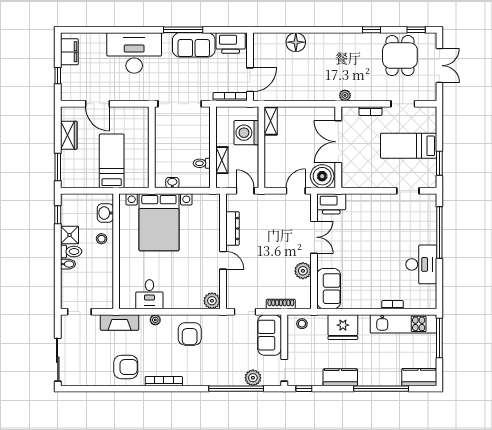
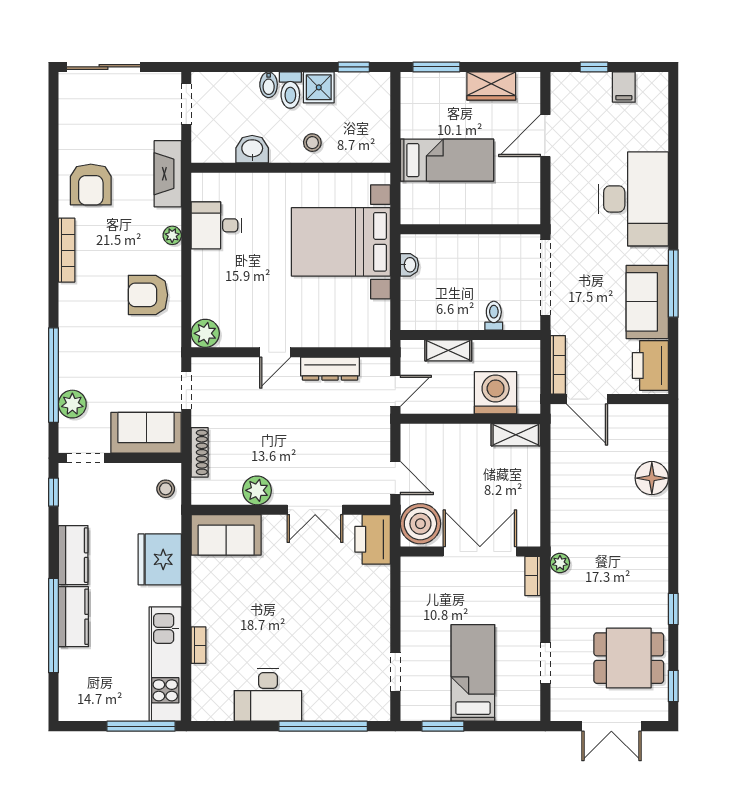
filing cabinet: (69, 52) -> (624, 87), width x0.50
bookcase: (370, 111) -> (533, 576), moved
toilet: (202, 163) -> (494, 316), moved
washbasin: (105, 213) -> (252, 149), moved
kitchen counter: (419, 377) -> (73, 617), moved

